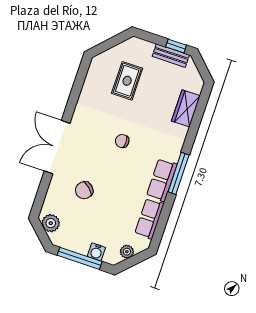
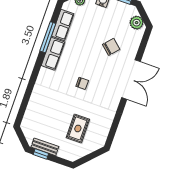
wardrobe: (186, 108) -> (34, 107), removed
window: (179, 173) -> (48, 37), moved

